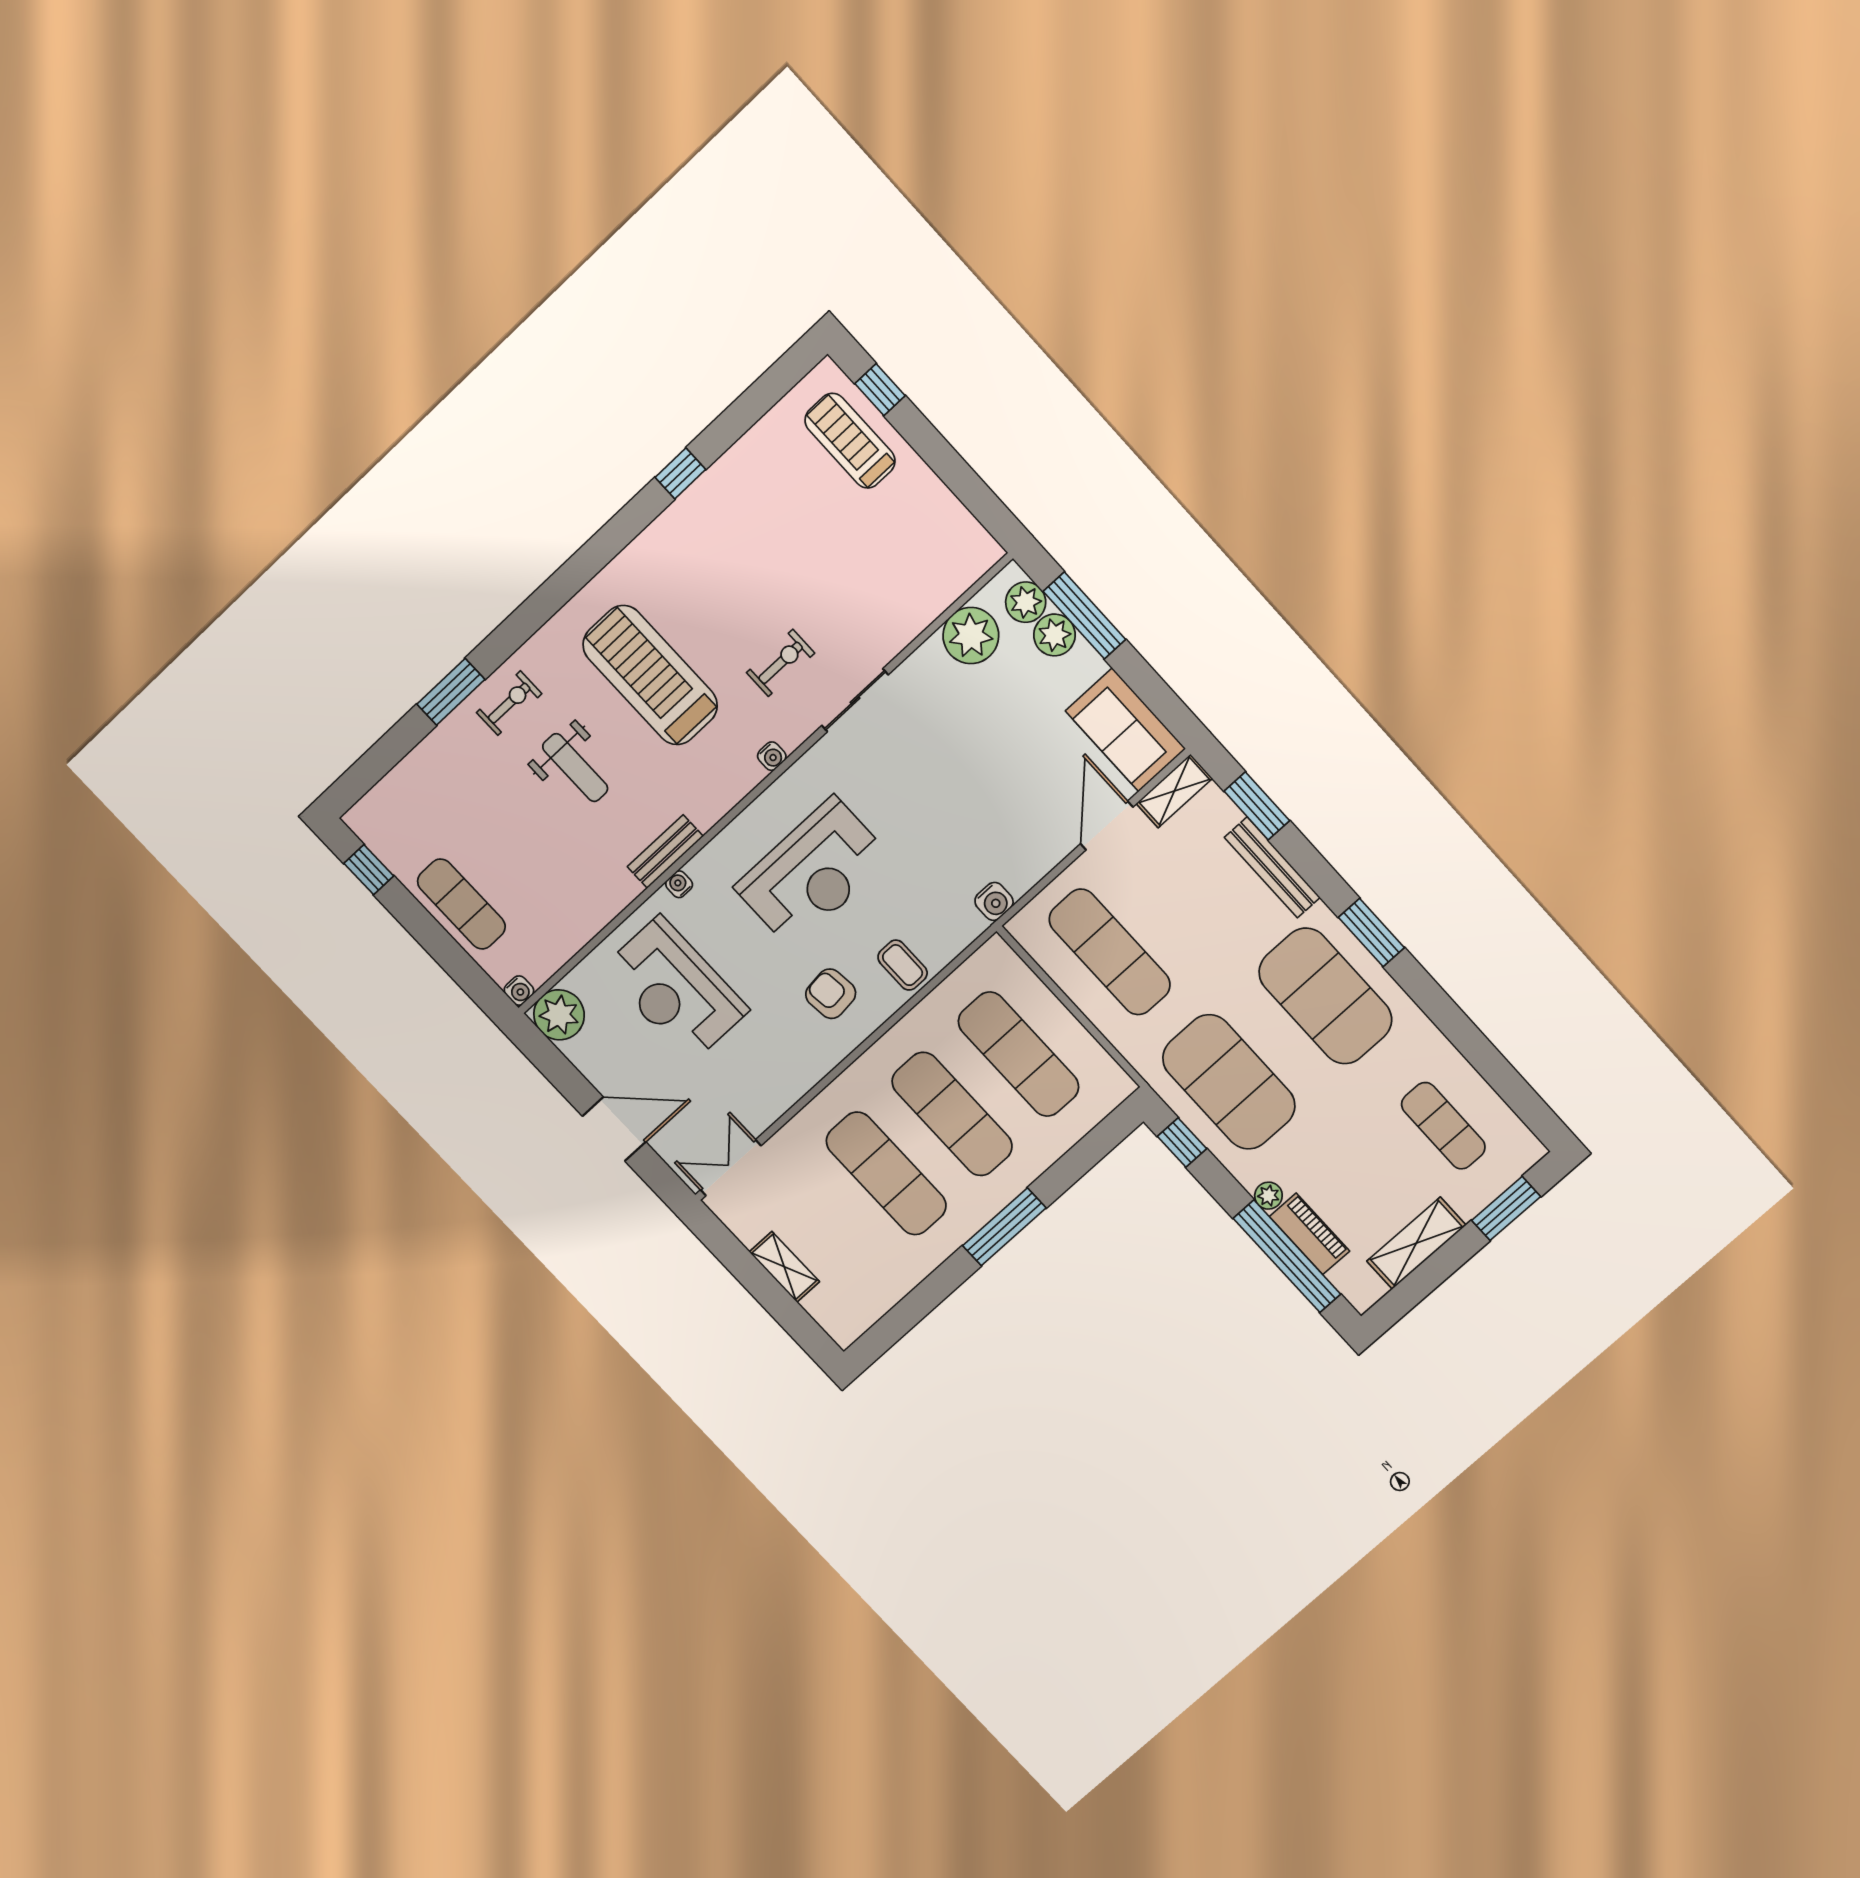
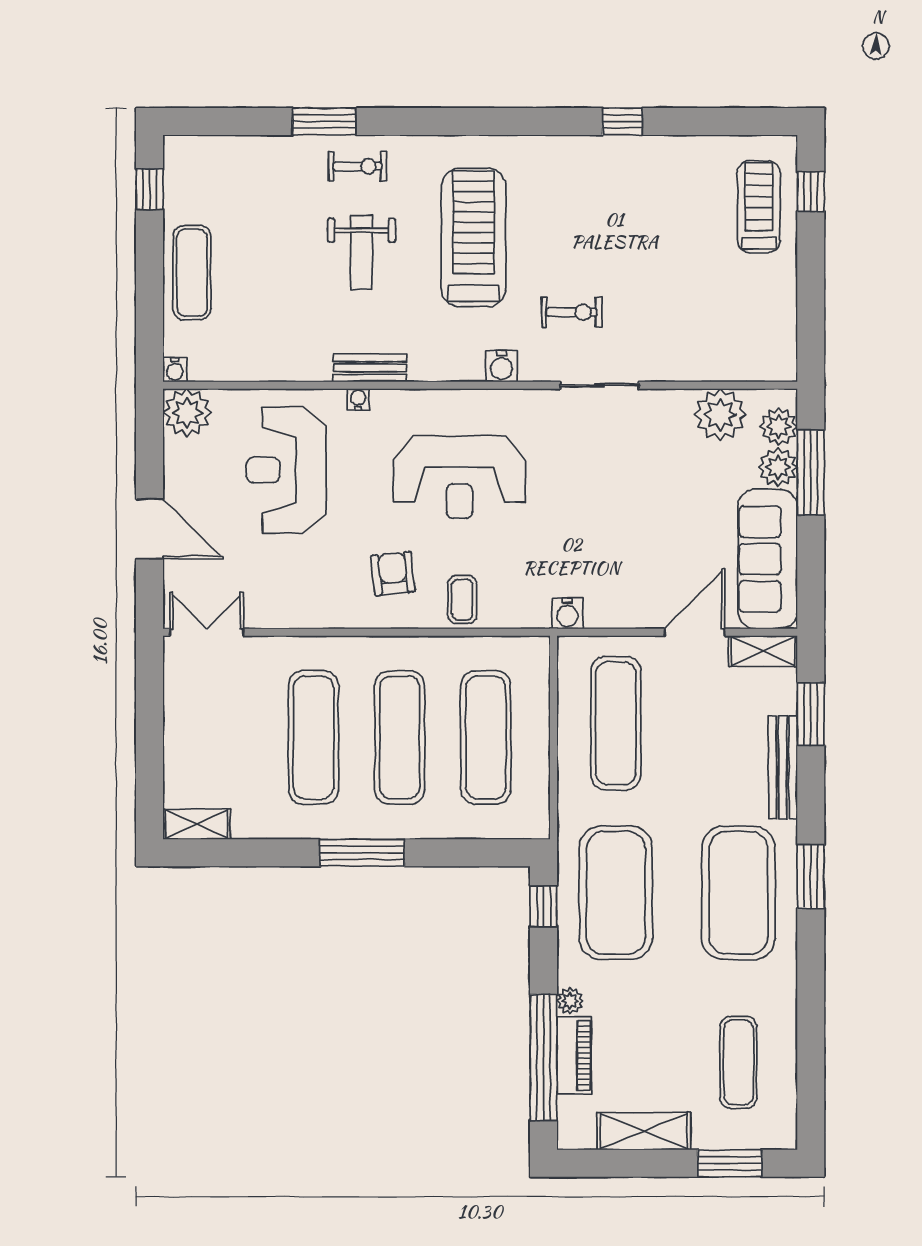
sofa: (1126, 730) -> (768, 559), width x1.36
water cooler: (772, 756) -> (502, 366), width x1.38, depth x1.38
shelving: (784, 1267) -> (197, 824), moved, turned 90

